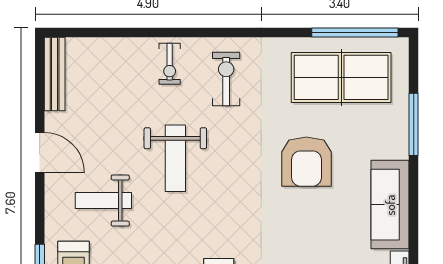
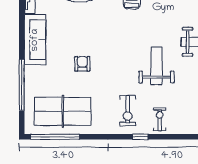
window: (204, 32) -> (140, 137), added
window: (414, 124) -> (22, 85), width x1.46
armchair: (306, 162) -> (82, 64), width x0.53, depth x0.53

